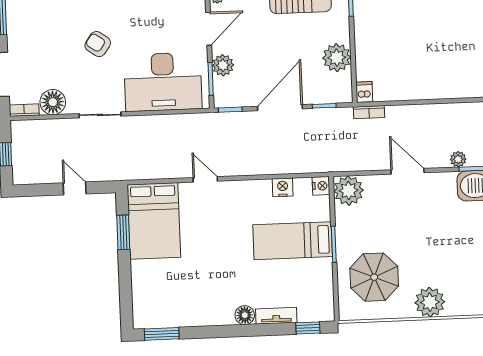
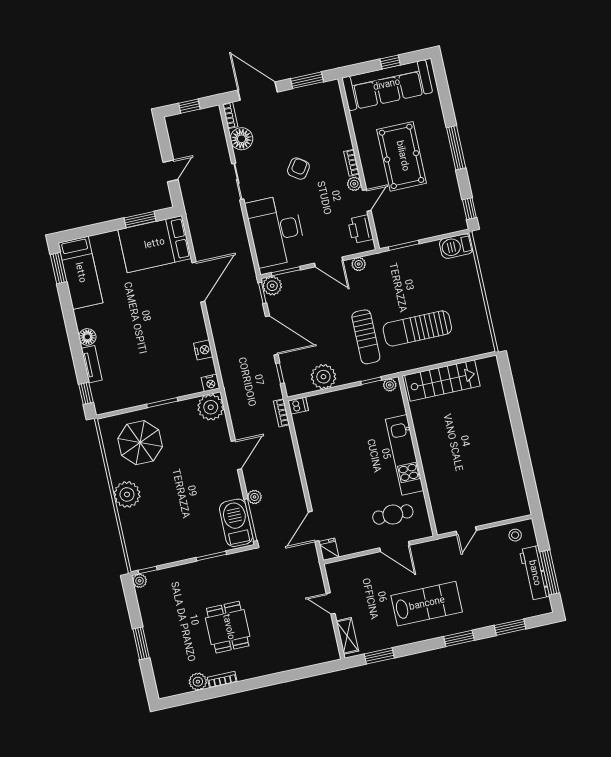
plant: (223, 65) -> (272, 286), moved
door: (205, 179) -> (198, 282), width x1.87
bed: (293, 241) -> (80, 273), moved, turned 180

